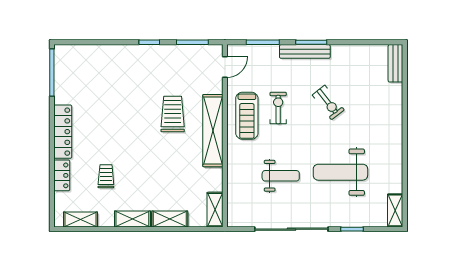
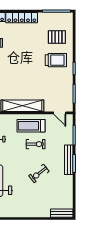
pallet: (96, 72) -> (57, 37), added
trolley: (173, 114) -> (56, 60), moved

